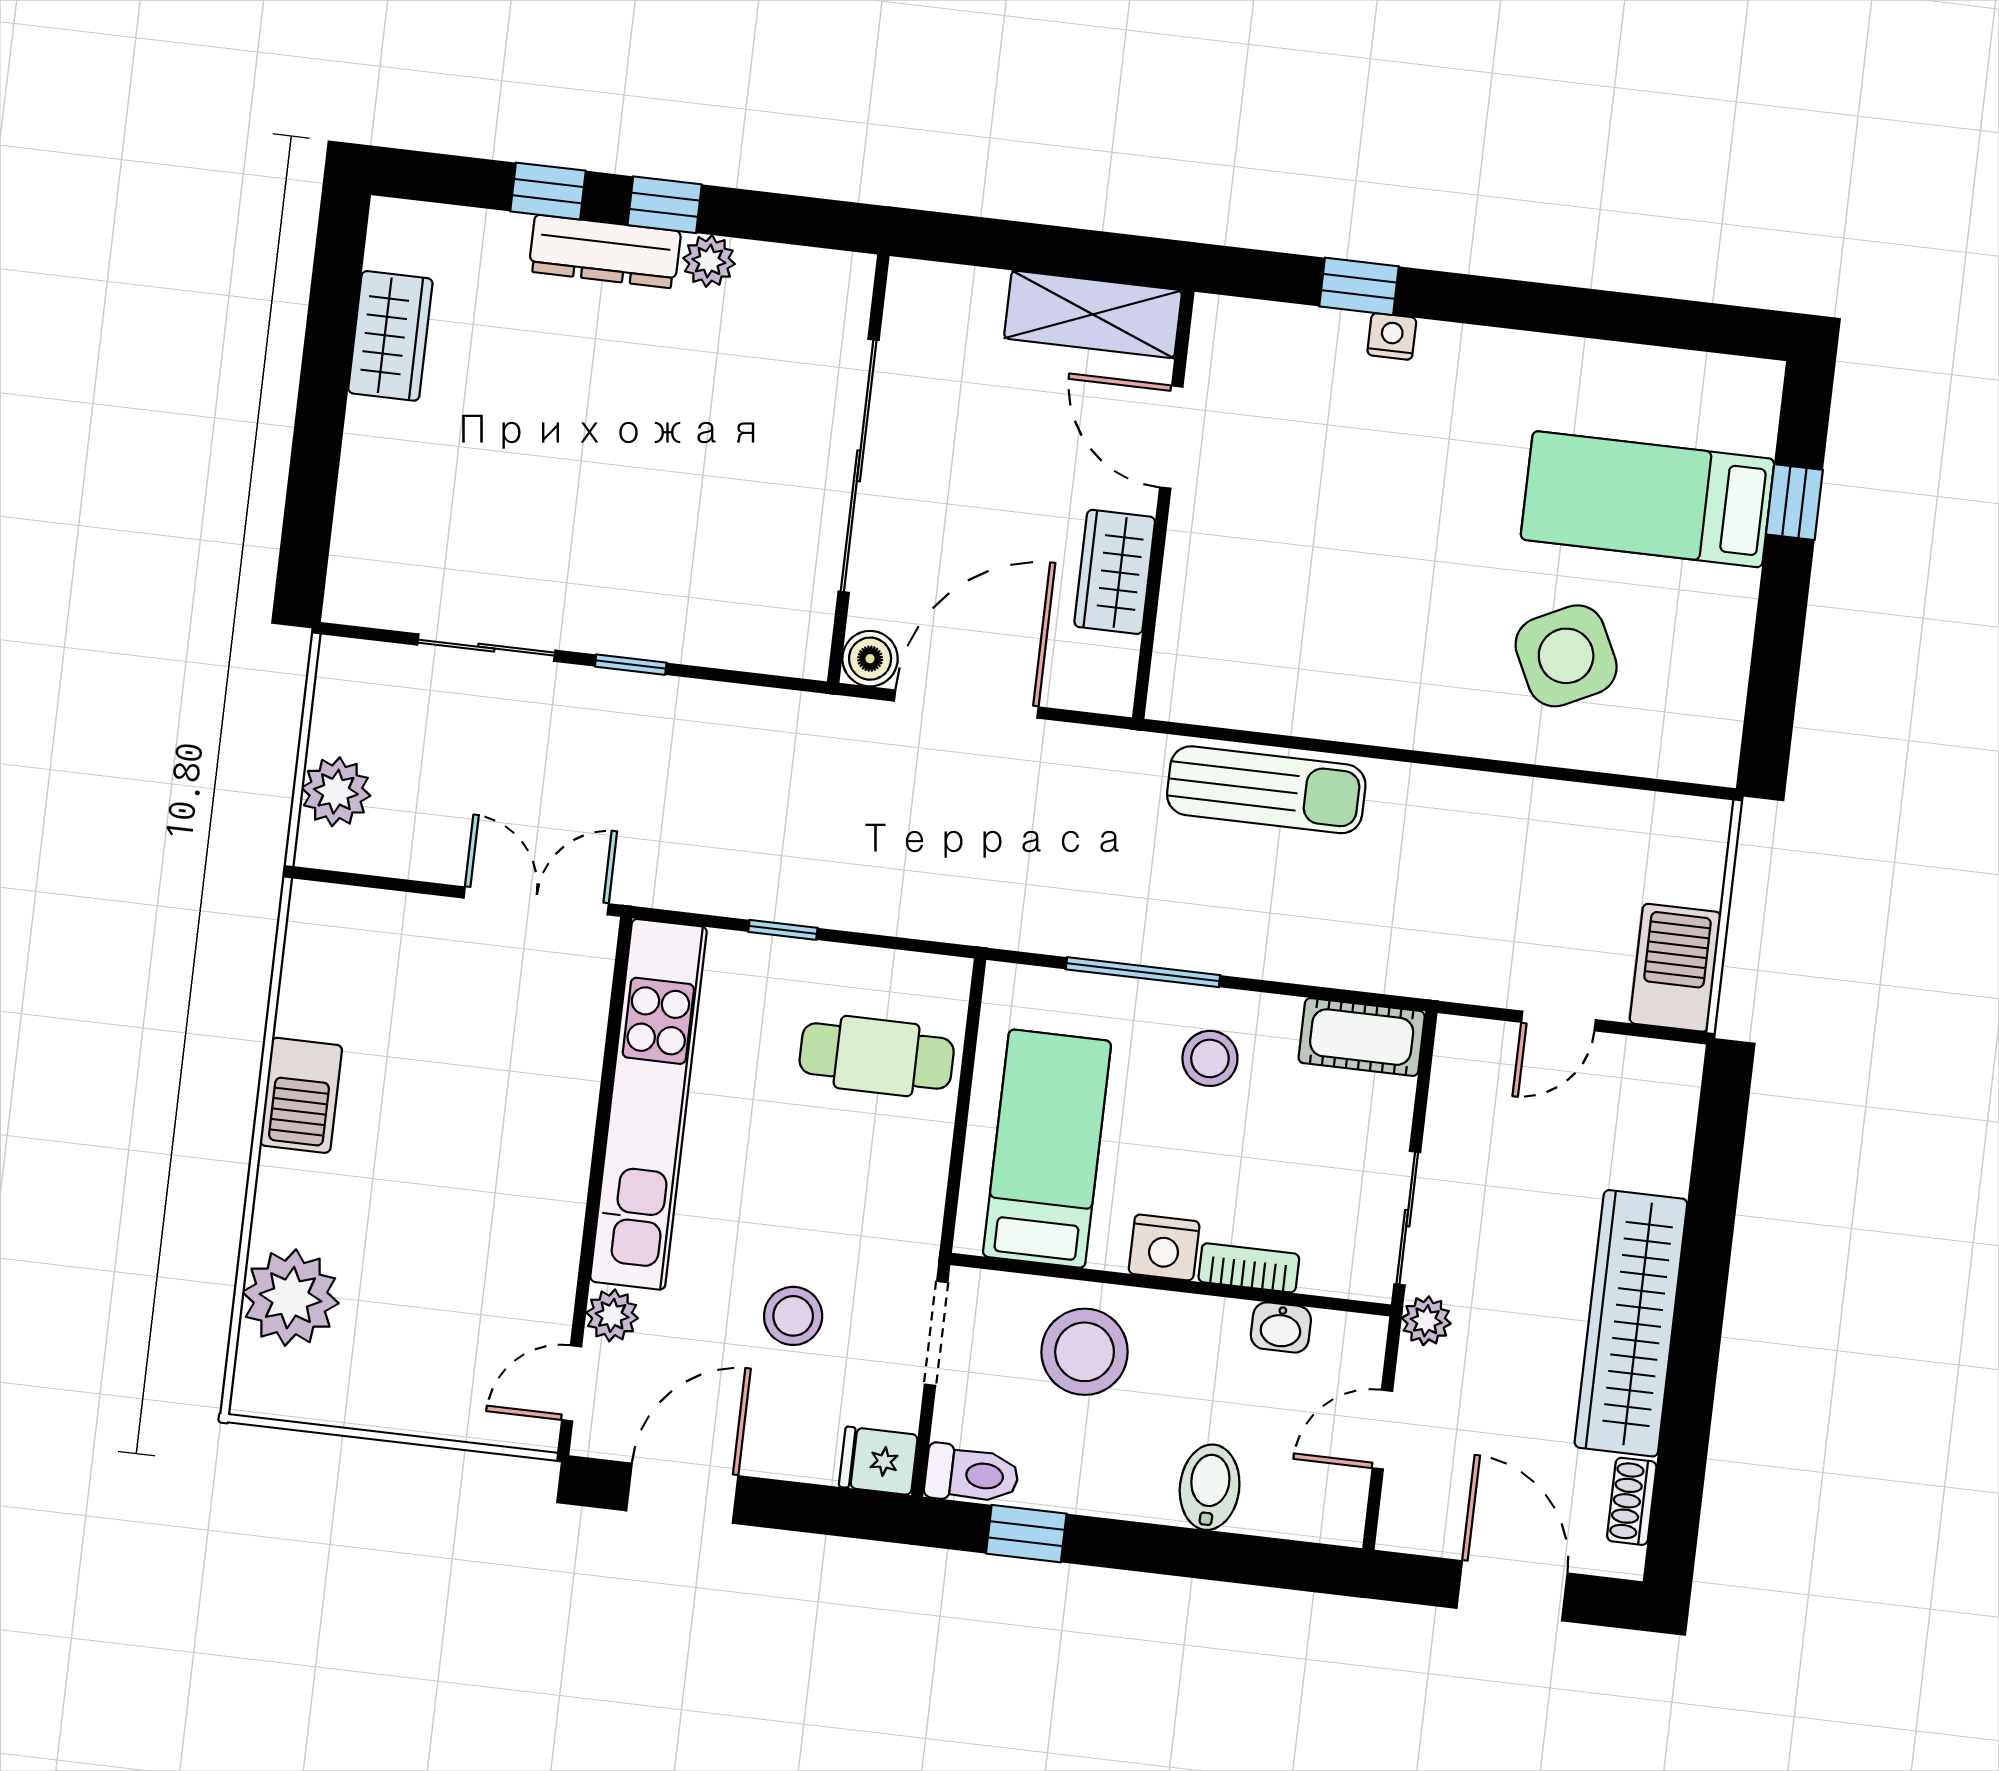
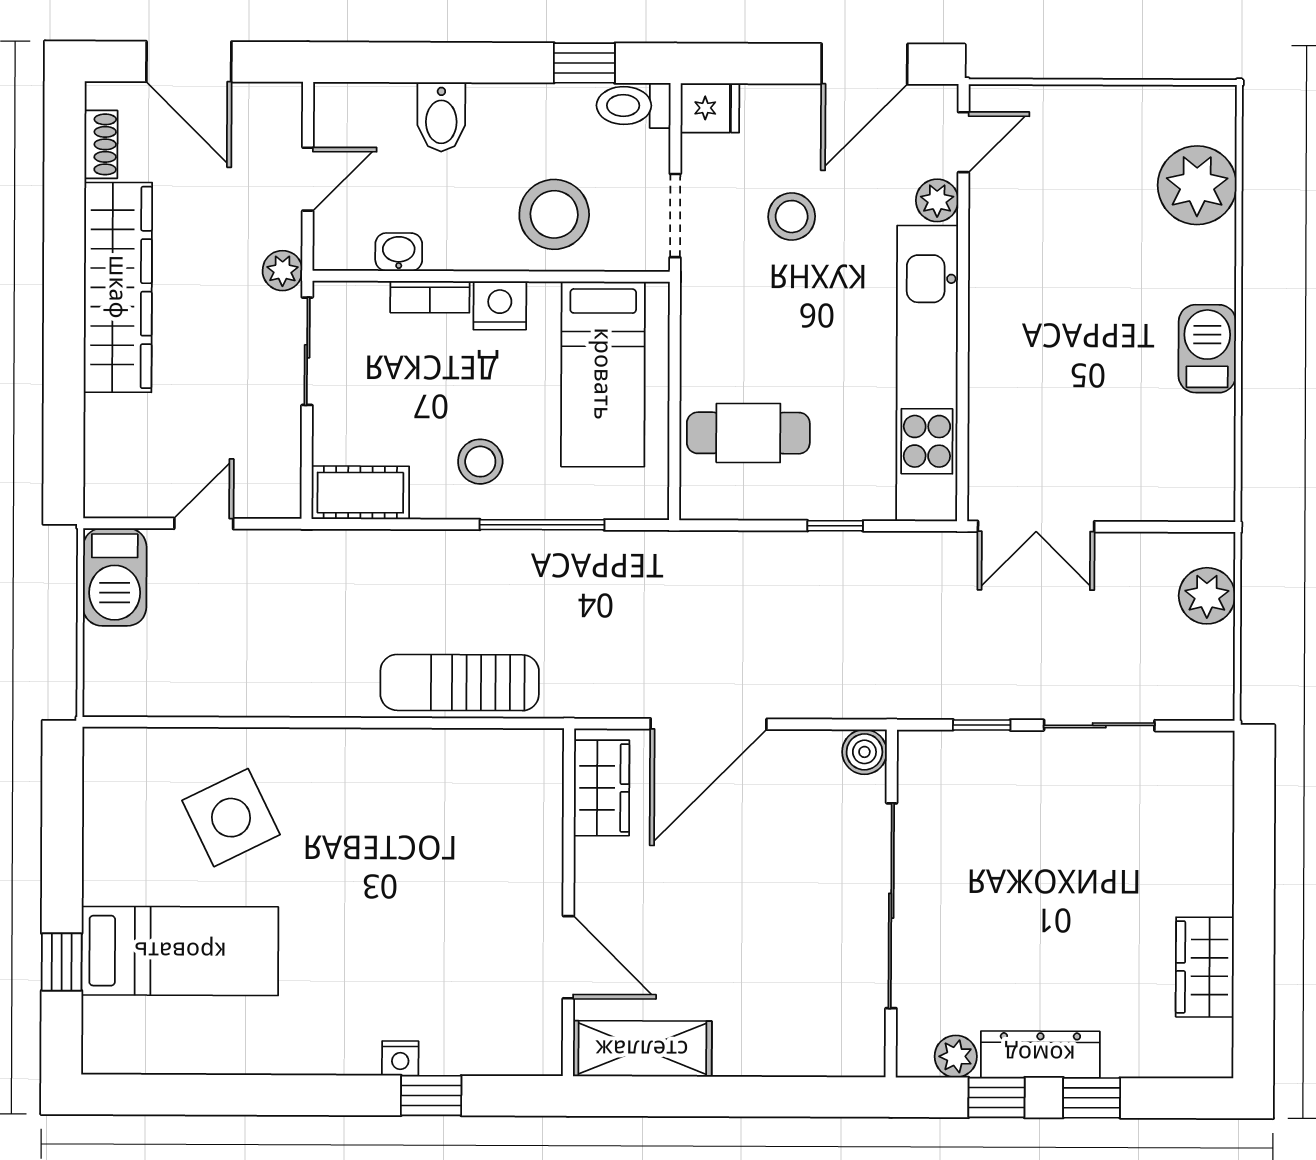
sliding door: (859, 466) -> (891, 906), moved
wall: (858, 469) -> (891, 903), moved
wardrobe: (1115, 572) -> (602, 788), moved
boiler: (870, 659) -> (864, 752), moved

